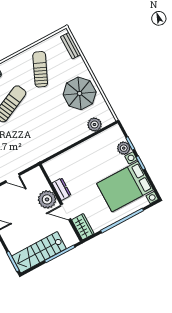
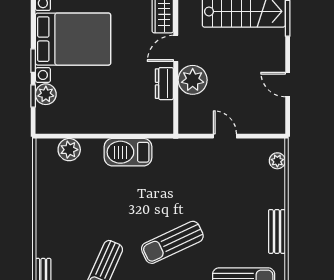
parasol: (80, 93) -> (67, 205), removed
barbecue: (61, 140) -> (128, 152), added
door: (66, 212) -> (176, 48), swing flipped

